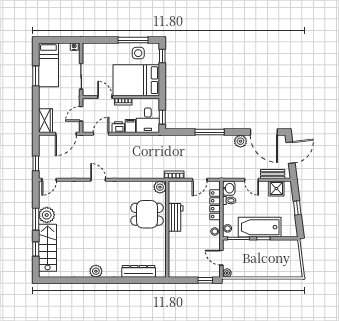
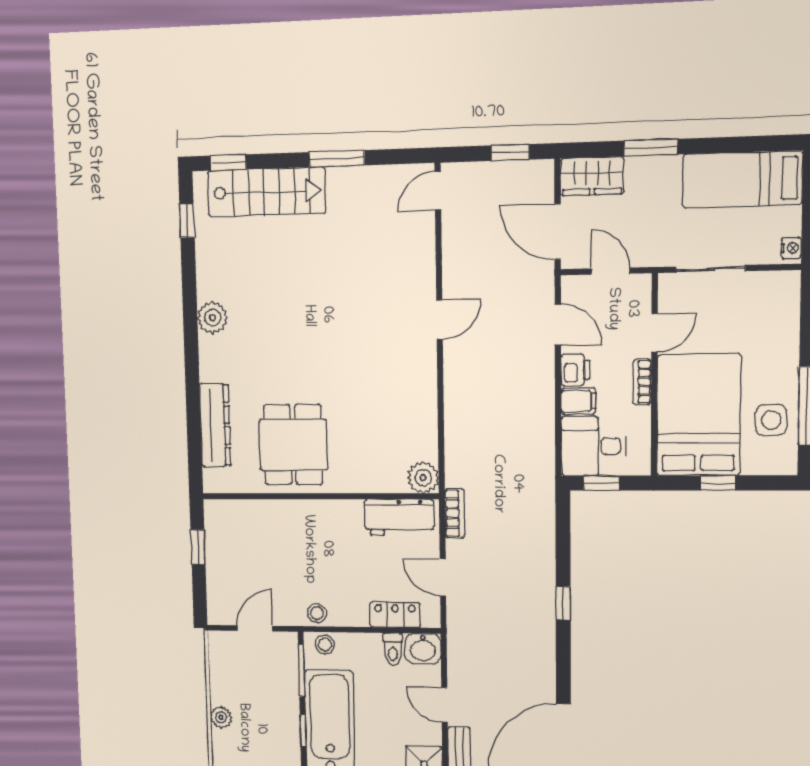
window: (162, 56) -> (718, 483), moved
window: (36, 76) -> (651, 148), moved
window: (210, 132) -> (563, 603), width x0.46
plant: (240, 141) -> (540, 680), removed
window: (36, 163) -> (510, 153), moved
door: (49, 180) -> (438, 191), hinge flipped
door: (252, 180) -> (445, 705), hinge flipped
locker: (215, 205) -> (395, 615), width x0.66
dining table: (147, 214) -> (293, 445), moved
plant: (47, 215) -> (348, 187), removed
workbench: (176, 217) -> (399, 517), moved
window: (36, 249) -> (228, 162), moved
plant: (227, 273) -> (221, 717), moved
window: (58, 280) -> (187, 220), added
window: (205, 280) -> (198, 547), moved

